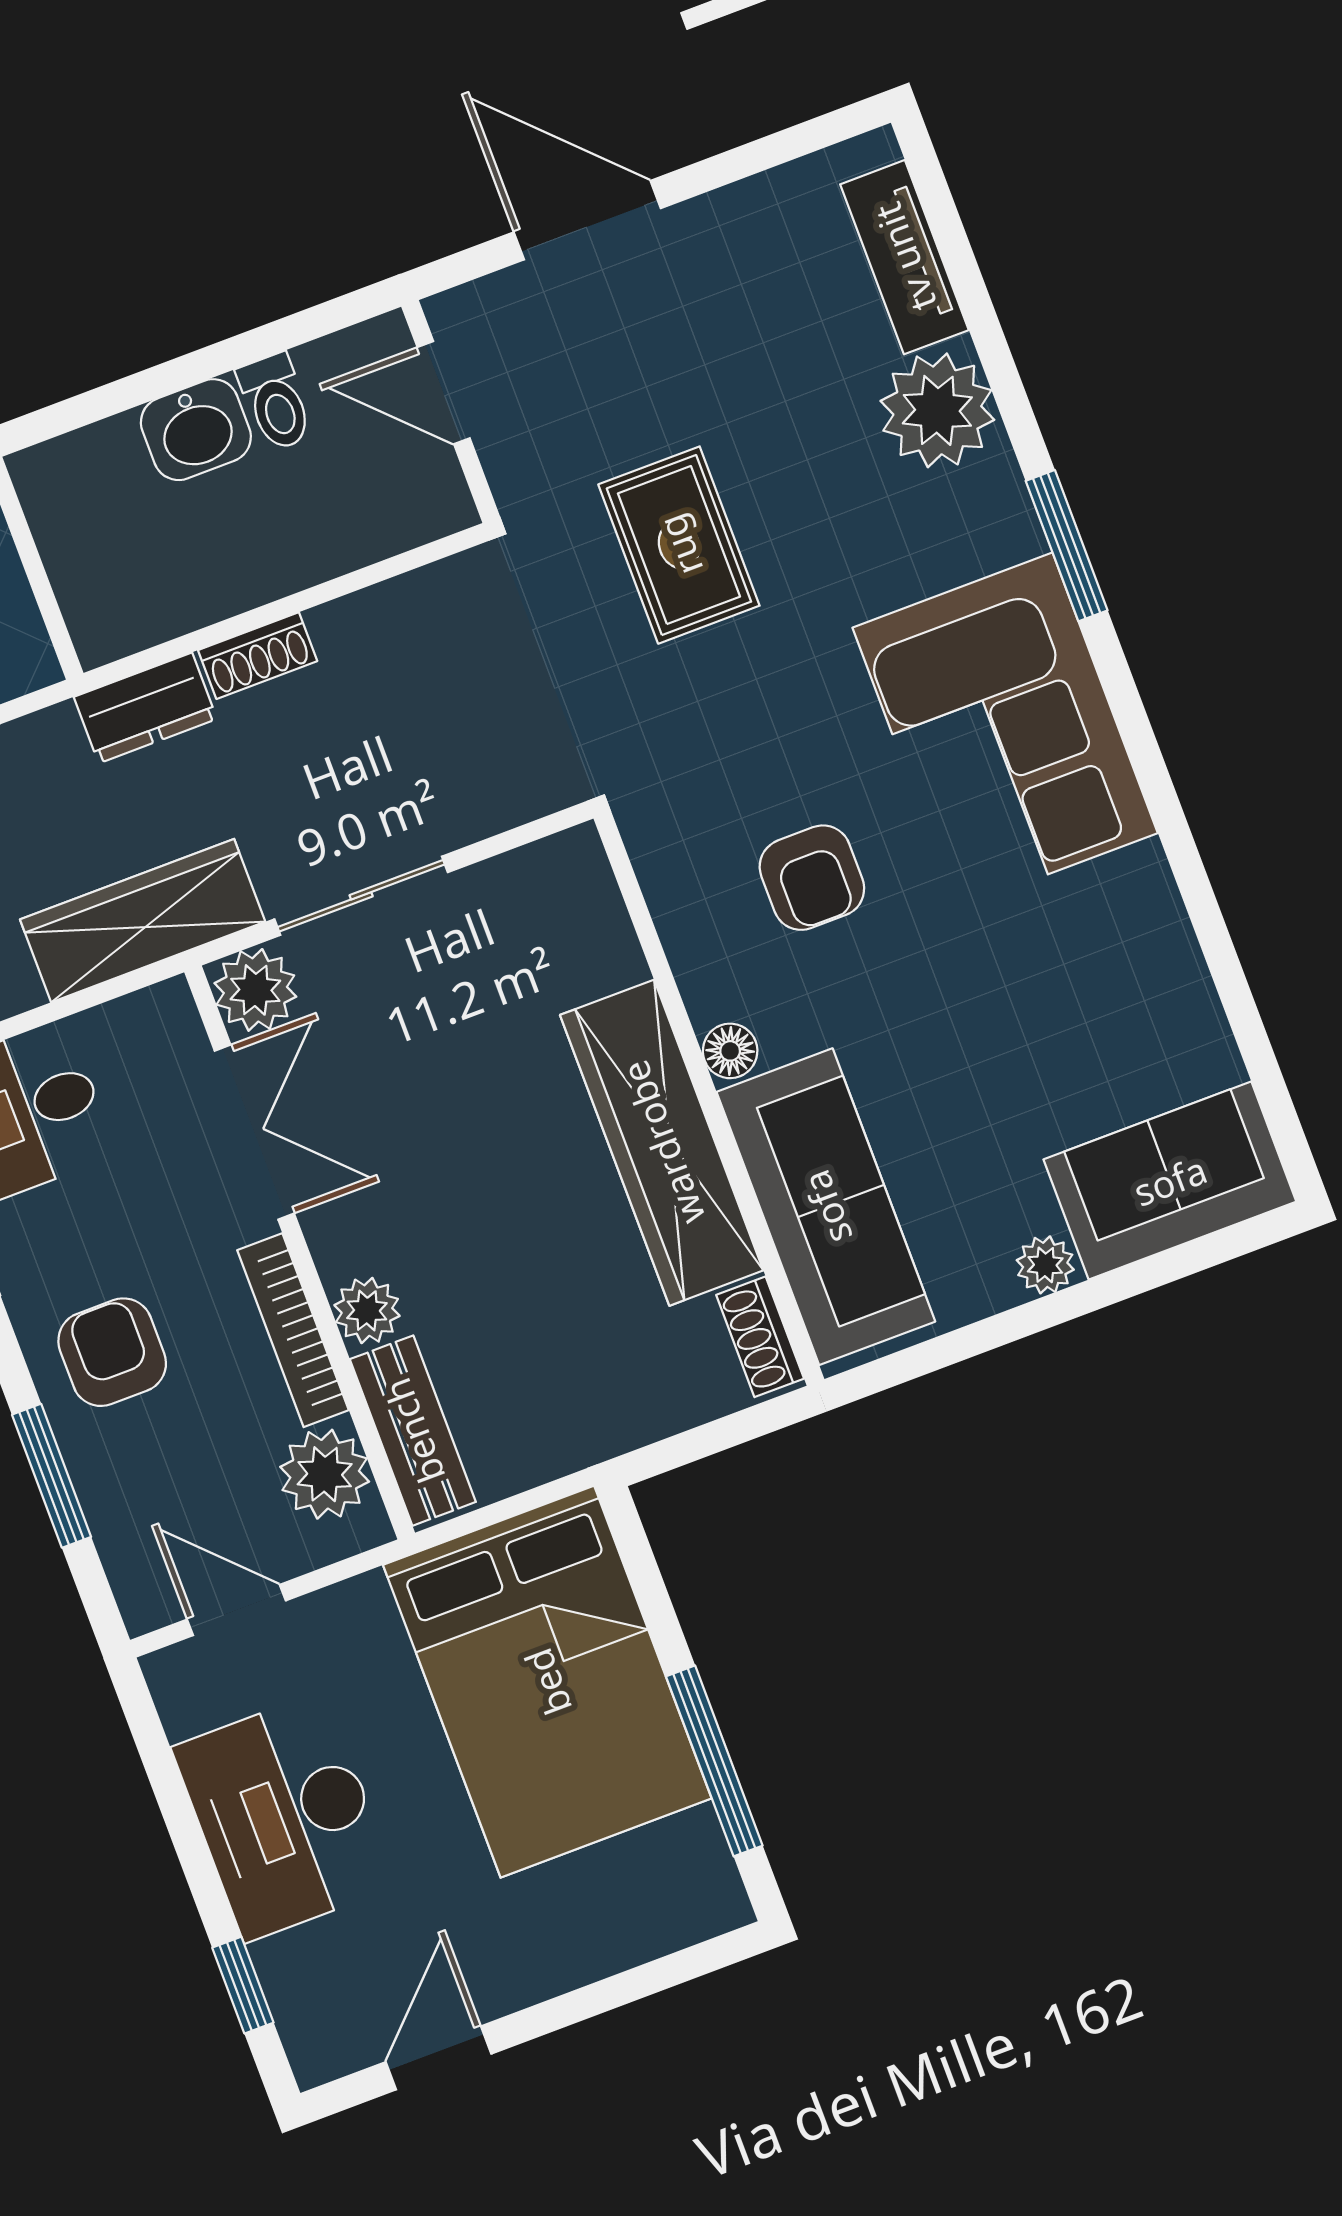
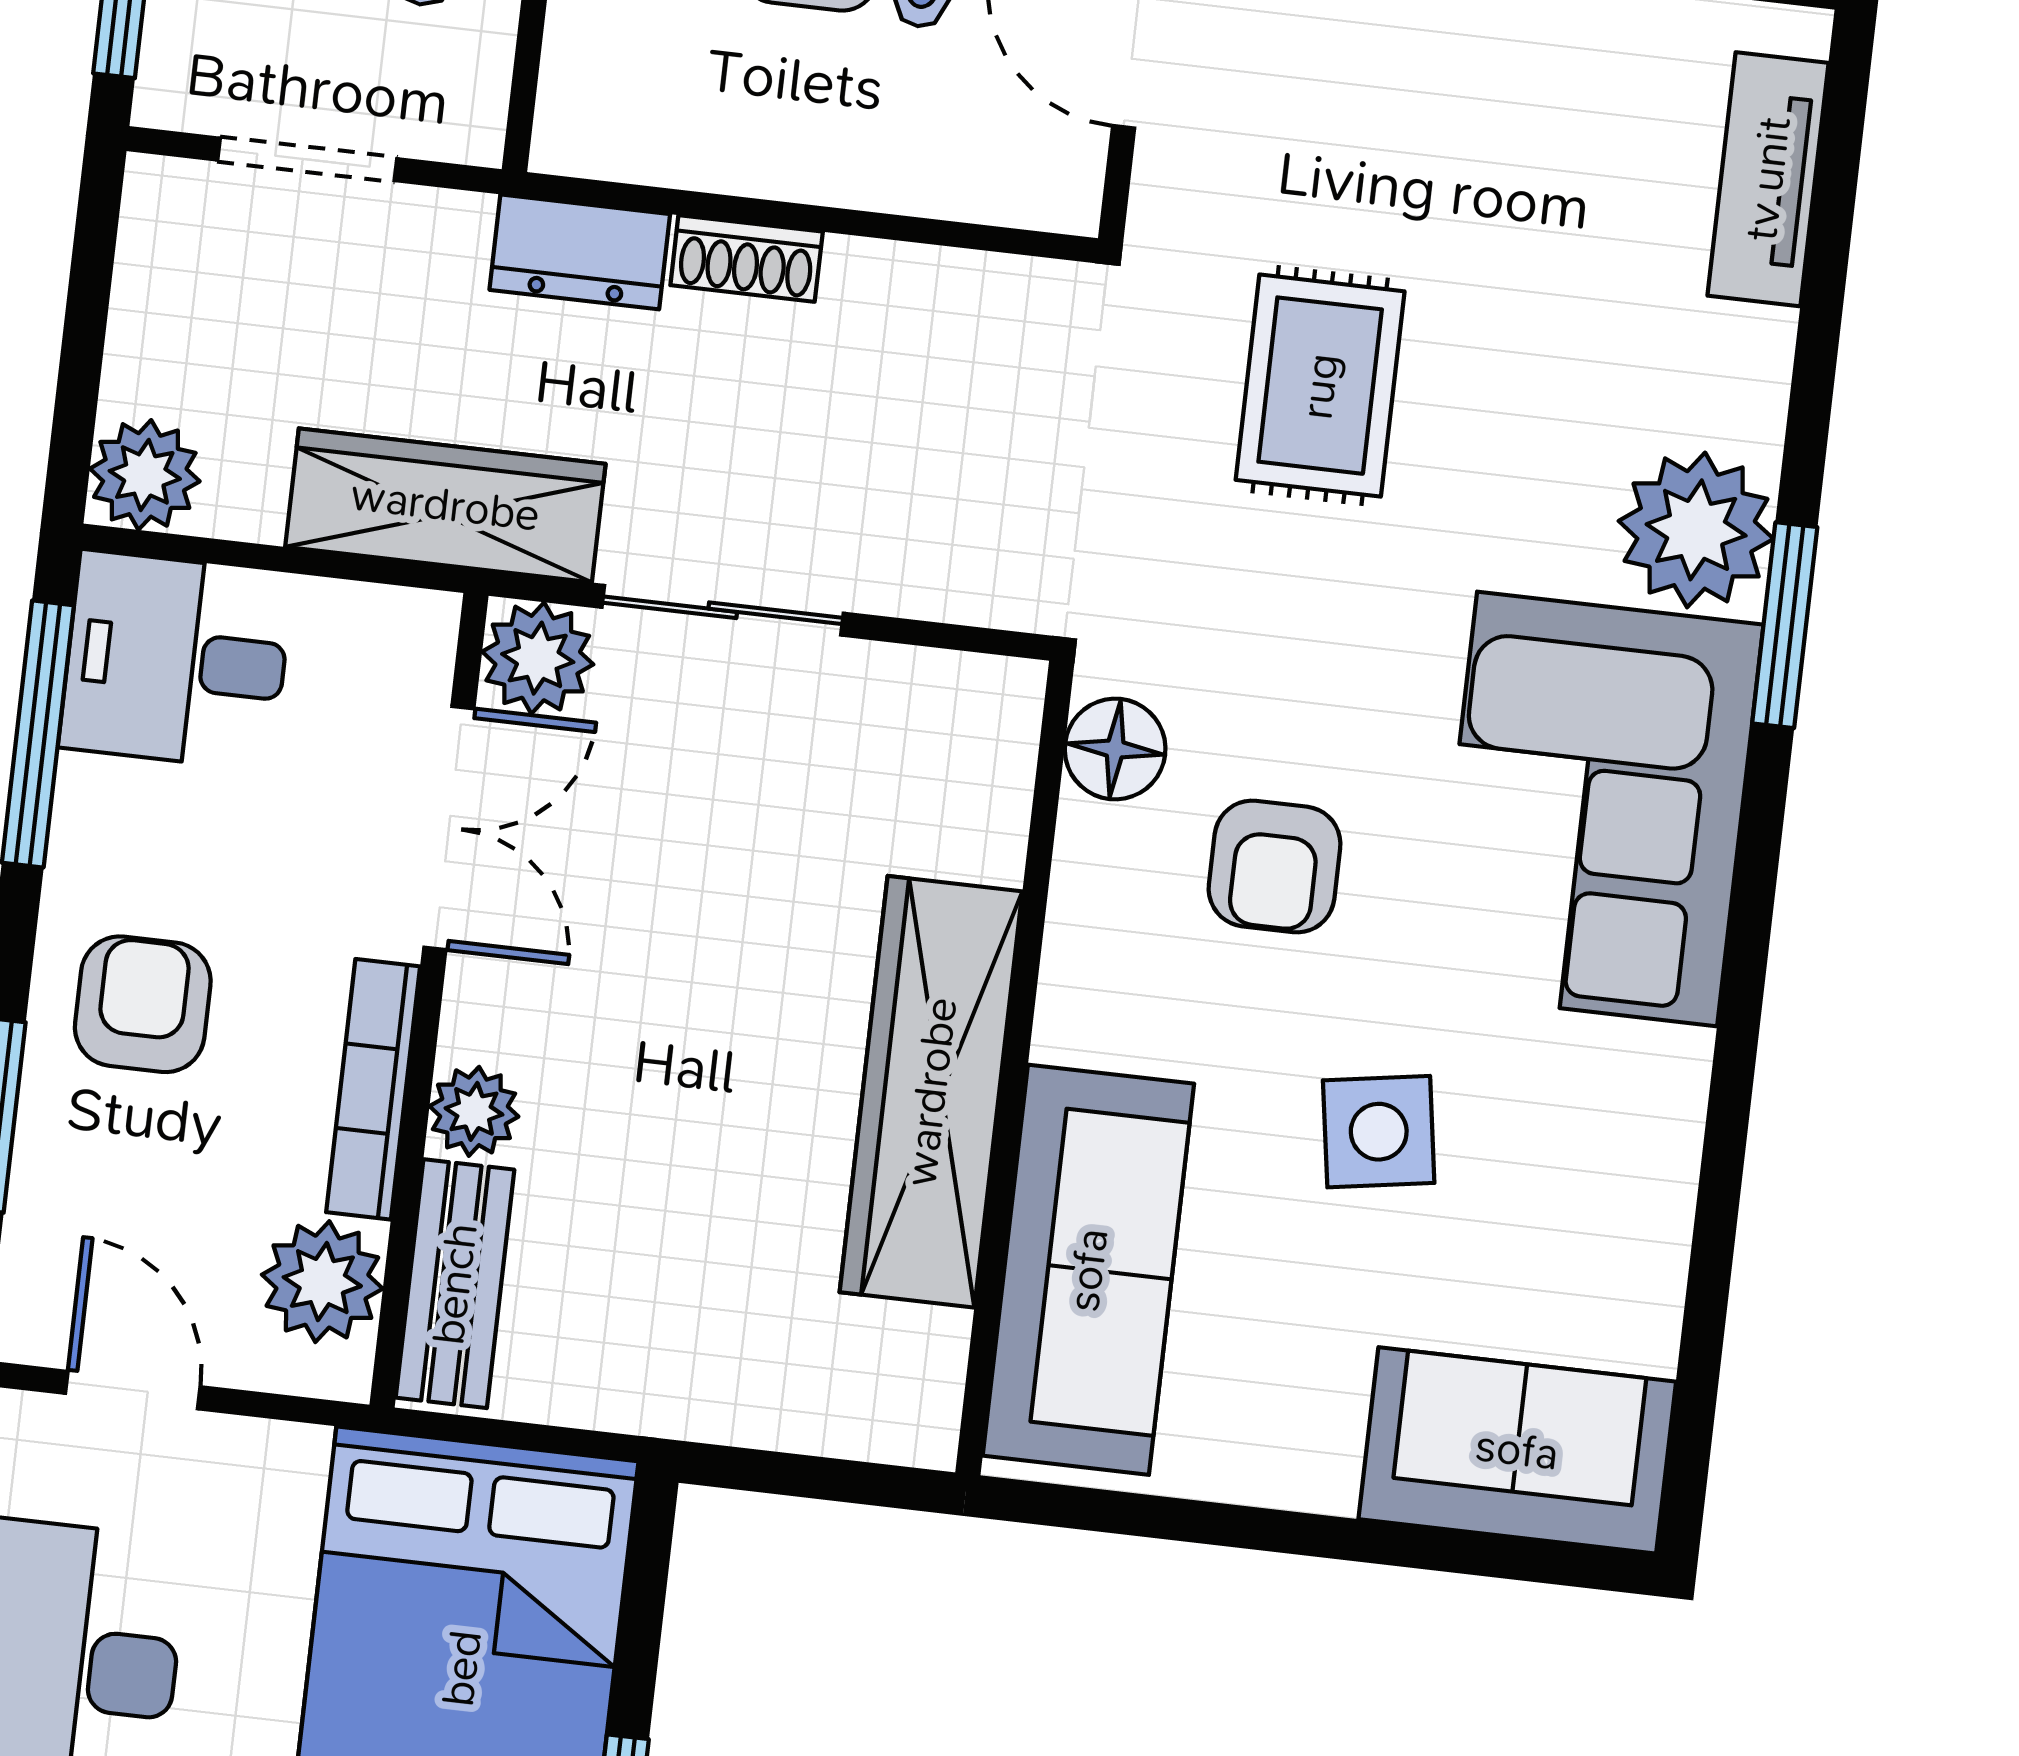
plant: (937, 410) -> (1696, 530), moved
side table: (970, 1017) -> (1379, 1132), added
floor lamp: (730, 1051) -> (1115, 749), moved, width x1.37, depth x1.37
plant: (1045, 1265) -> (1316, 1475), removed
shoe rack: (760, 1337) -> (929, 1385), removed

